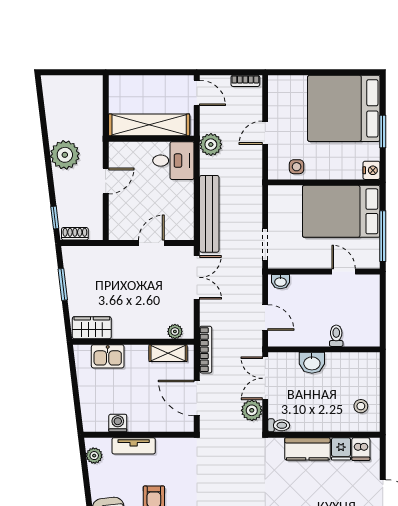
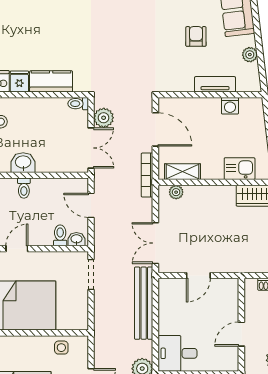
door: (344, 272) -> (17, 249), swing flipped
toilet: (298, 286) -> (60, 235), added
washbasin: (312, 363) -> (23, 163), moved
plant: (94, 456) -> (250, 55), moved

